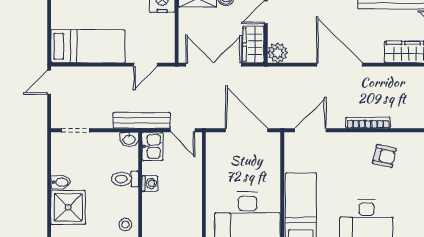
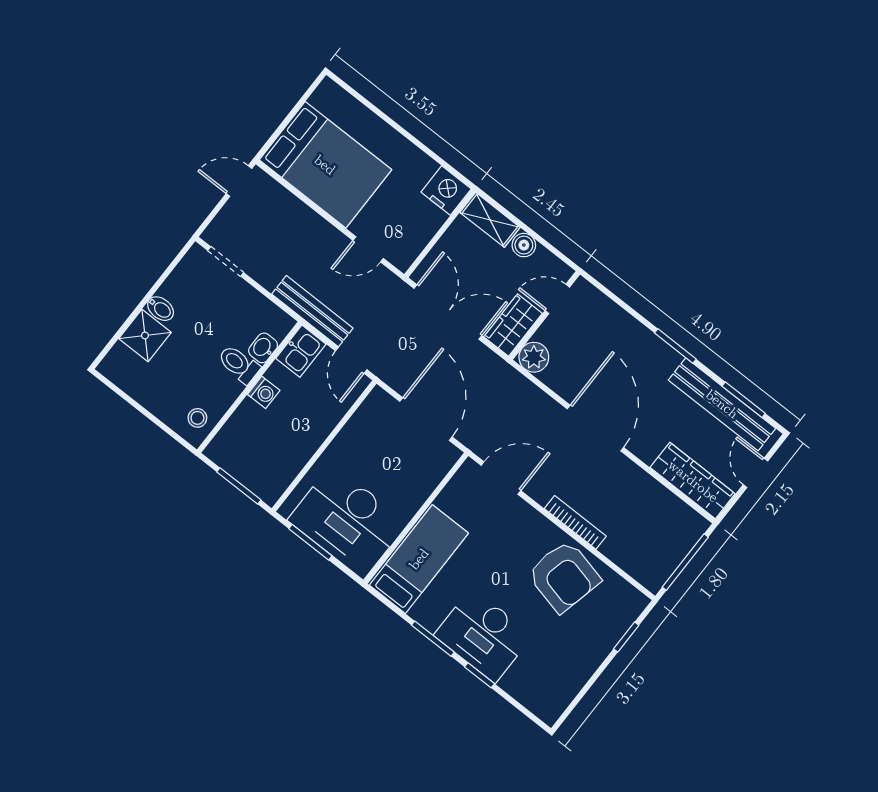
bed: (88, 46) -> (325, 165), width x1.50
washbasin: (129, 139) -> (263, 348), moved, turned 90
armchair: (384, 156) -> (564, 576), width x1.88, depth x1.88
shower: (68, 207) -> (145, 335), width x0.73, depth x0.73

